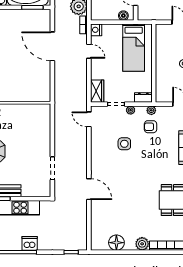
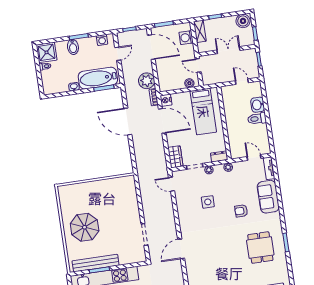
door: (89, 51) -> (162, 121), width x1.87
armchair: (151, 127) -> (241, 211), moved
door: (89, 189) -> (181, 249), swing flipped

